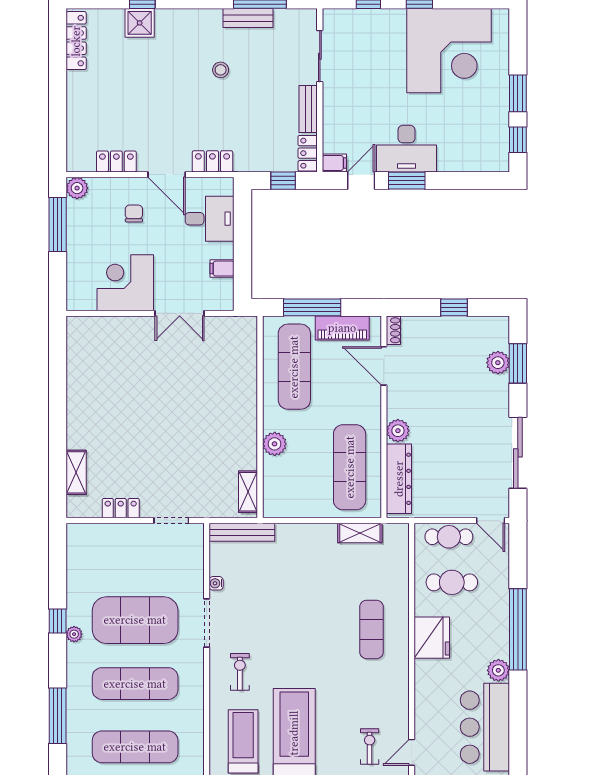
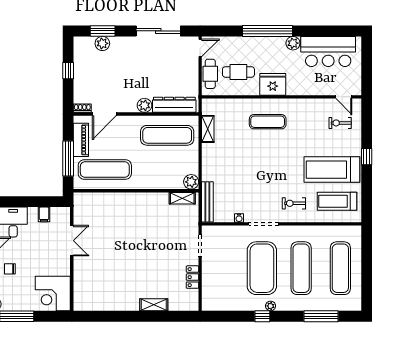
corner desk: (125, 283) -> (53, 293), moved
plant: (275, 444) -> (191, 182), moved
shelving: (76, 472) -> (154, 305), moved
cafe table: (452, 582) -> (238, 72), turned 90

